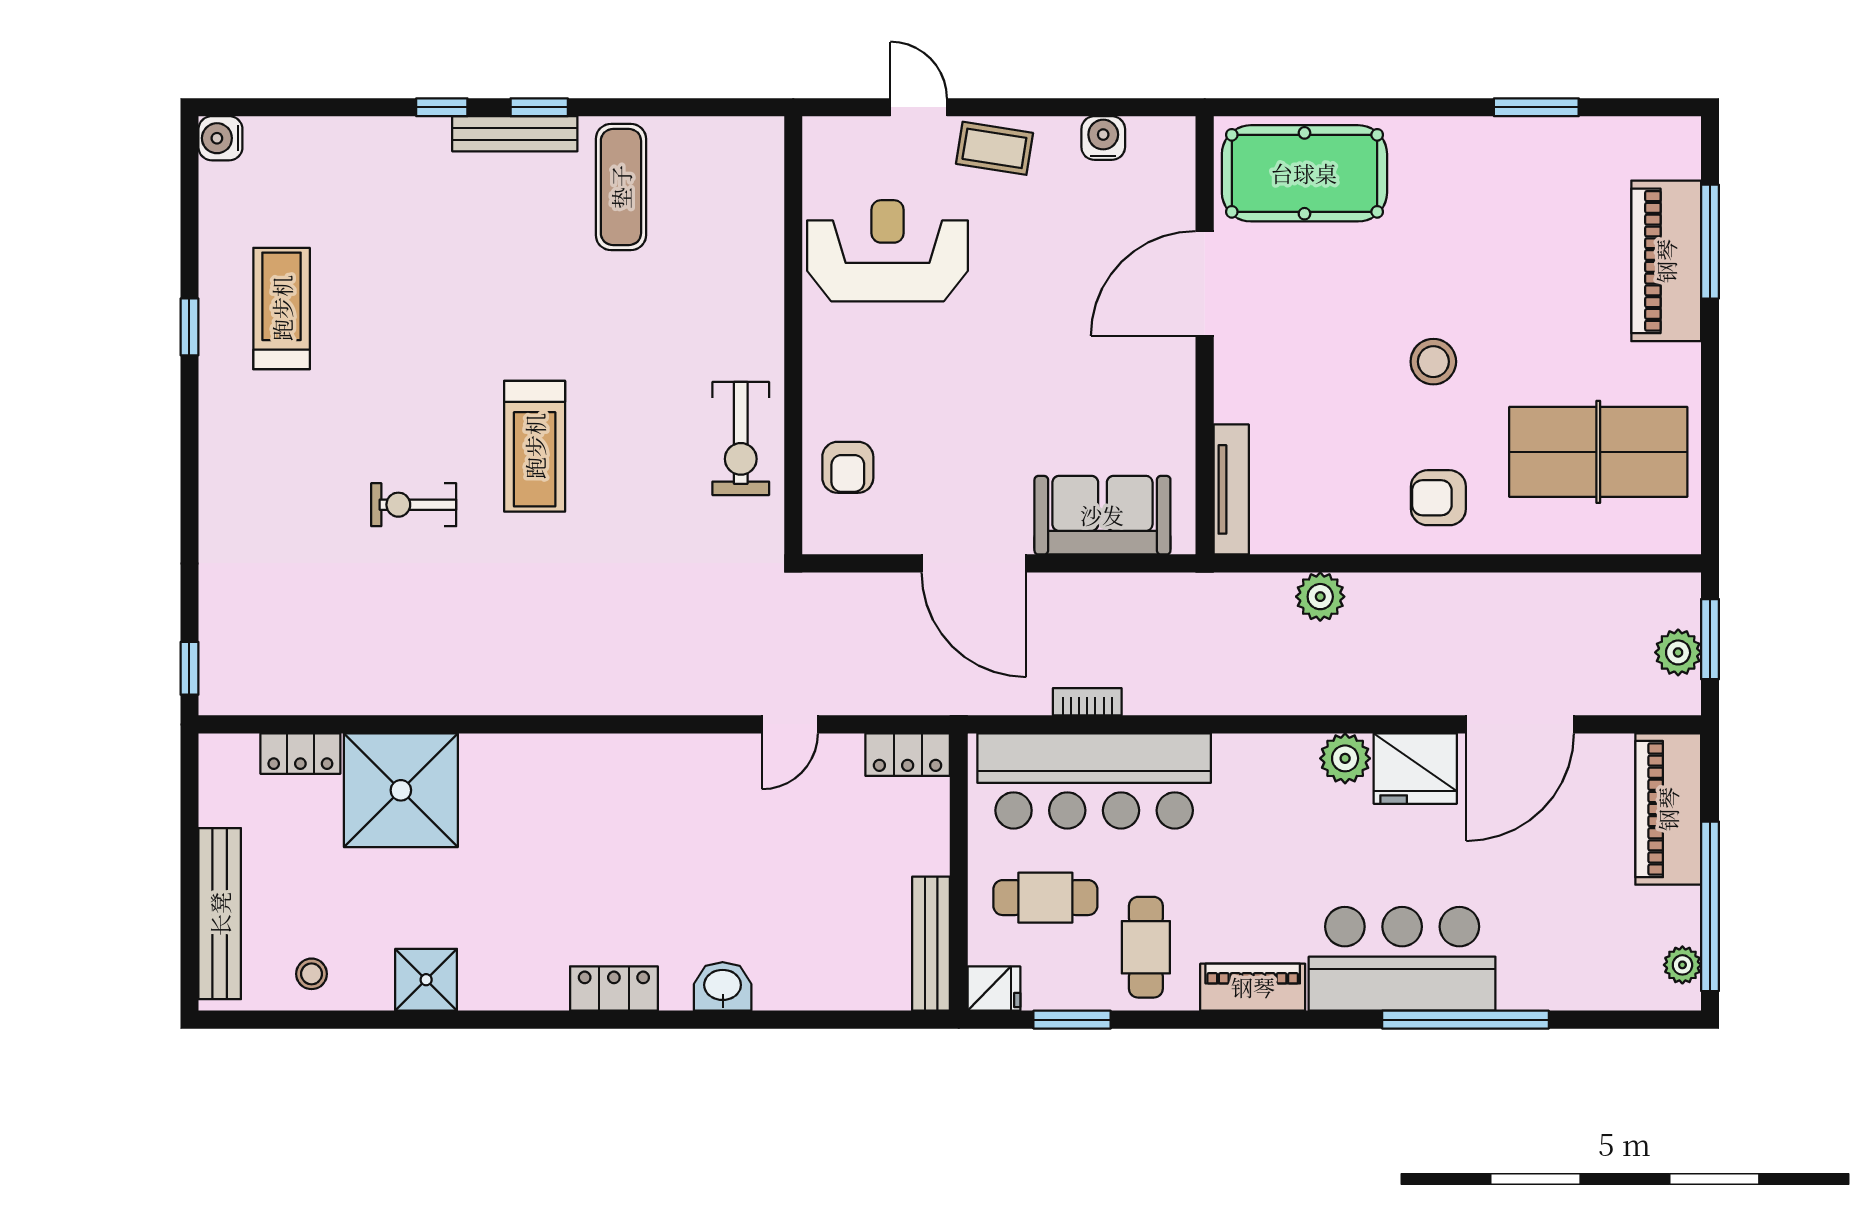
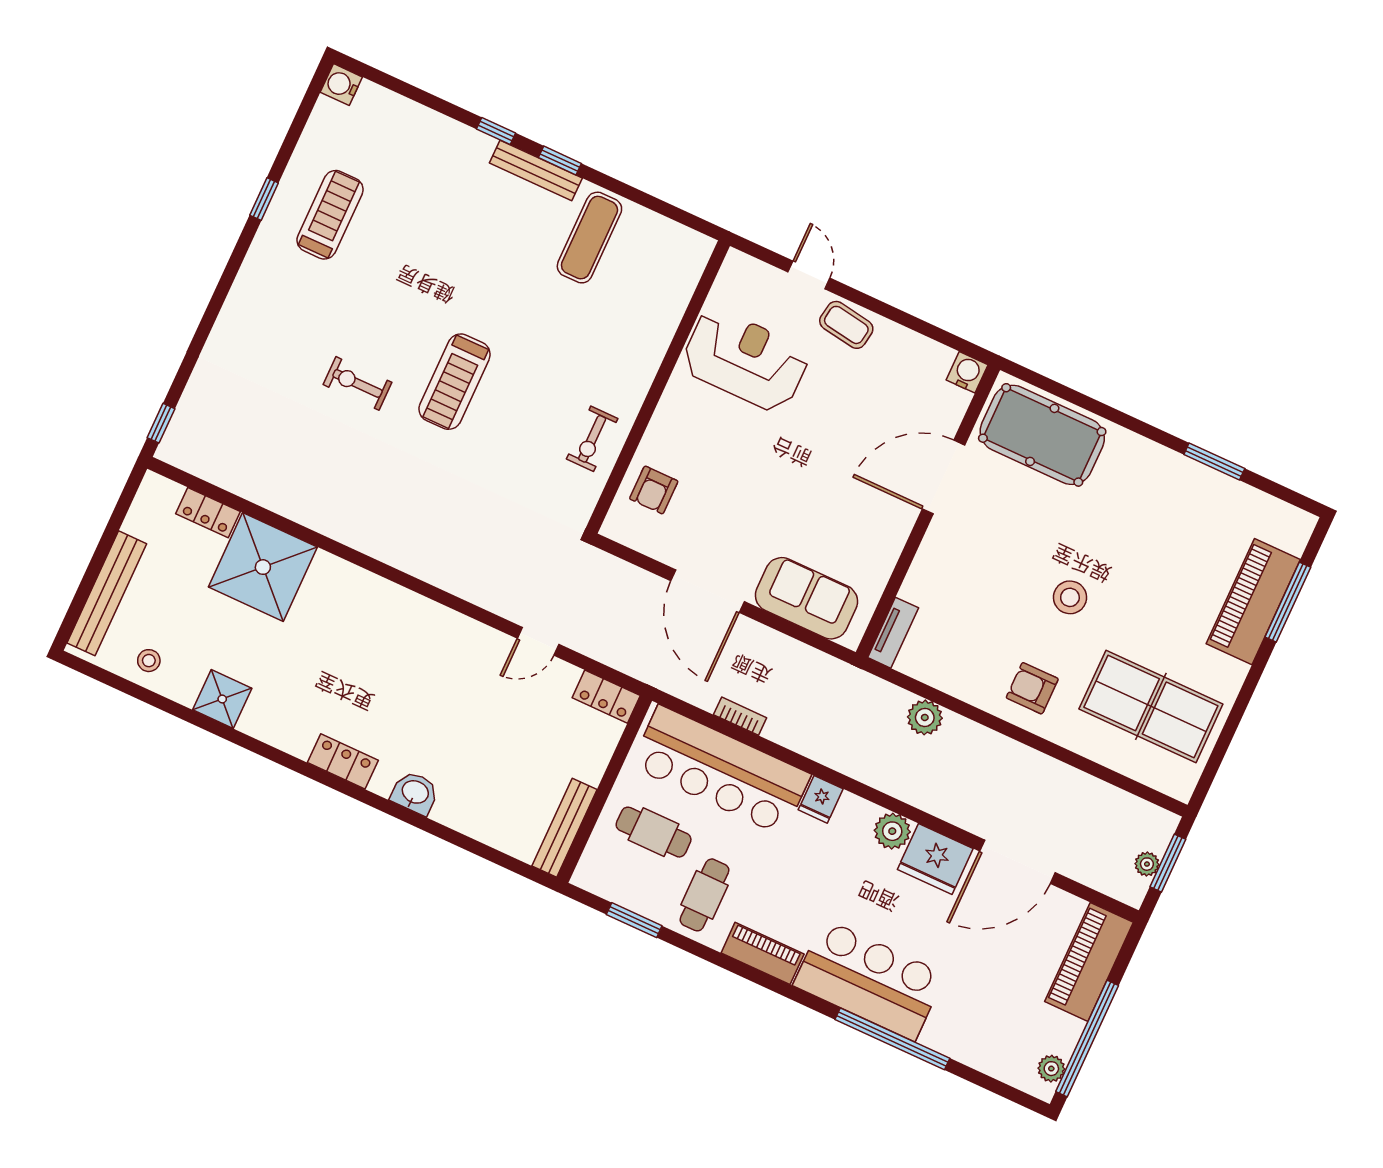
water cooler: (1103, 138) -> (967, 372), moved
exercise bike: (741, 439) -> (592, 439), width x0.73, depth x0.72
tv unit: (1231, 489) -> (893, 633), width x0.71
plant: (1678, 652) -> (1147, 864), width x0.73, depth x0.73
fridge: (994, 989) -> (821, 799), moved, turned 90

